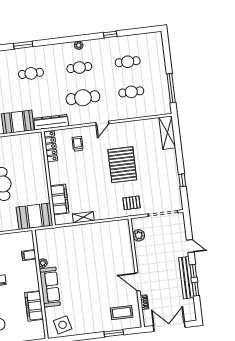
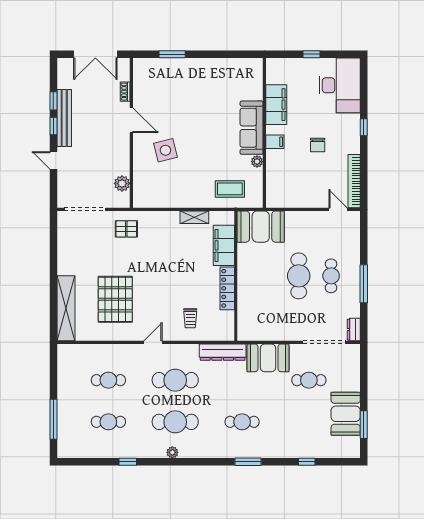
cafe table: (79, 68) -> (175, 422), width x1.37, depth x1.35
window: (171, 88) -> (53, 419), moved
shelving: (167, 133) -> (66, 308), width x1.47
locker: (51, 146) -> (227, 288), moved
pallet: (122, 165) -> (115, 299), moved
window: (182, 180) -> (53, 251), removed
filing cabinet: (29, 255) -> (275, 142), moved
coffee table: (122, 313) -> (230, 189), moved
side table: (63, 325) -> (165, 150), moved

